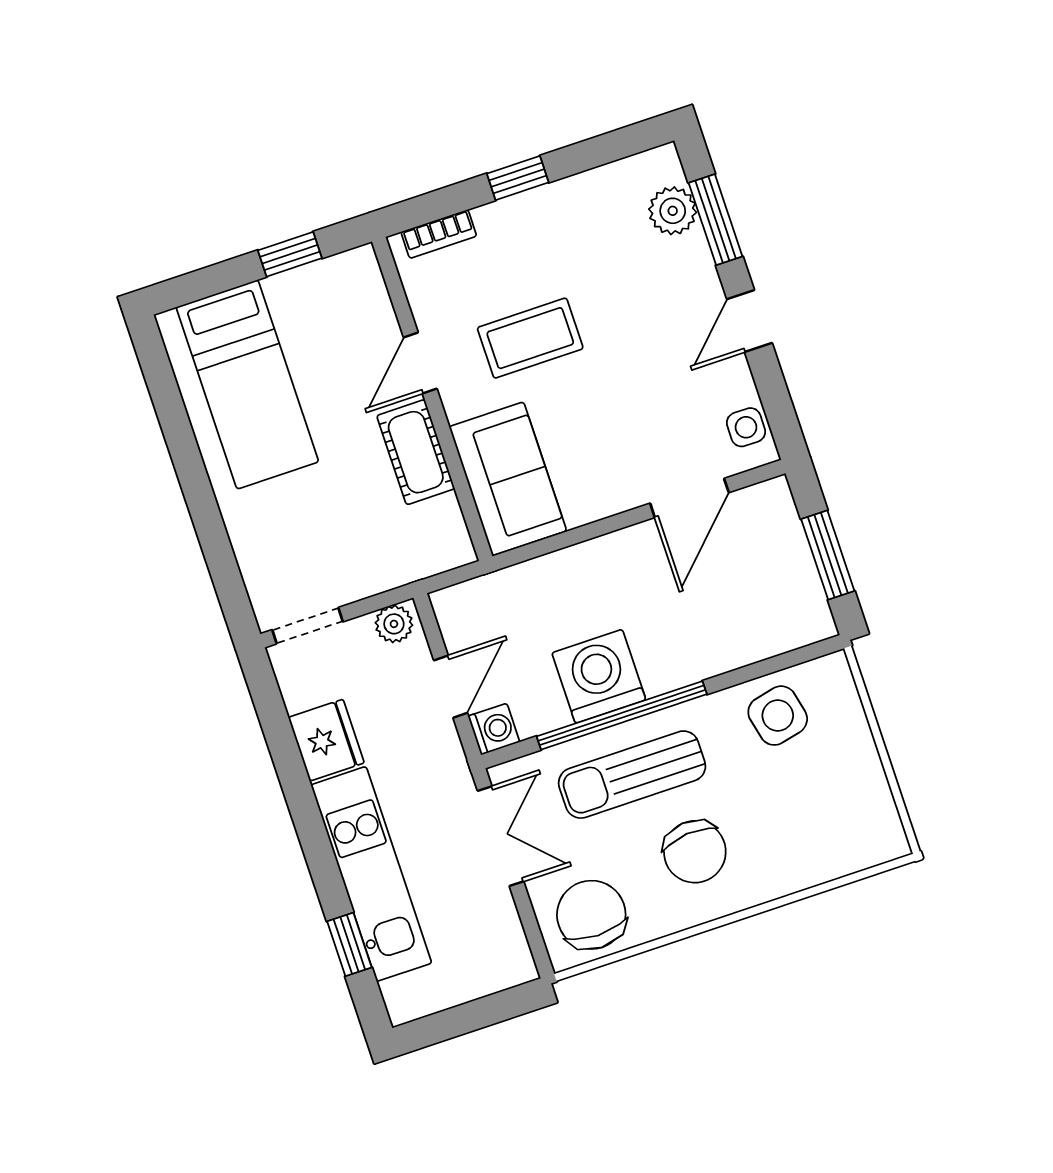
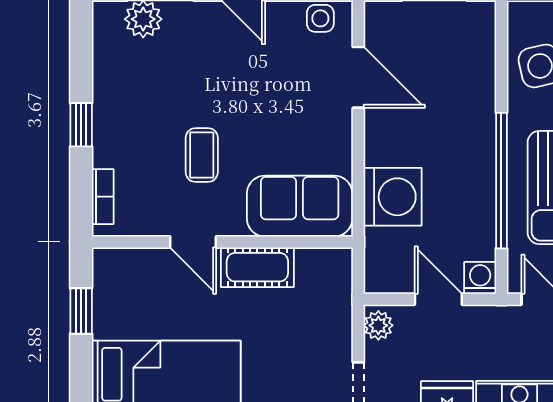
coffee table: (530, 338) -> (202, 155), width x0.73, depth x0.77
washing machine: (599, 676) -> (393, 197), moved, turned 180

